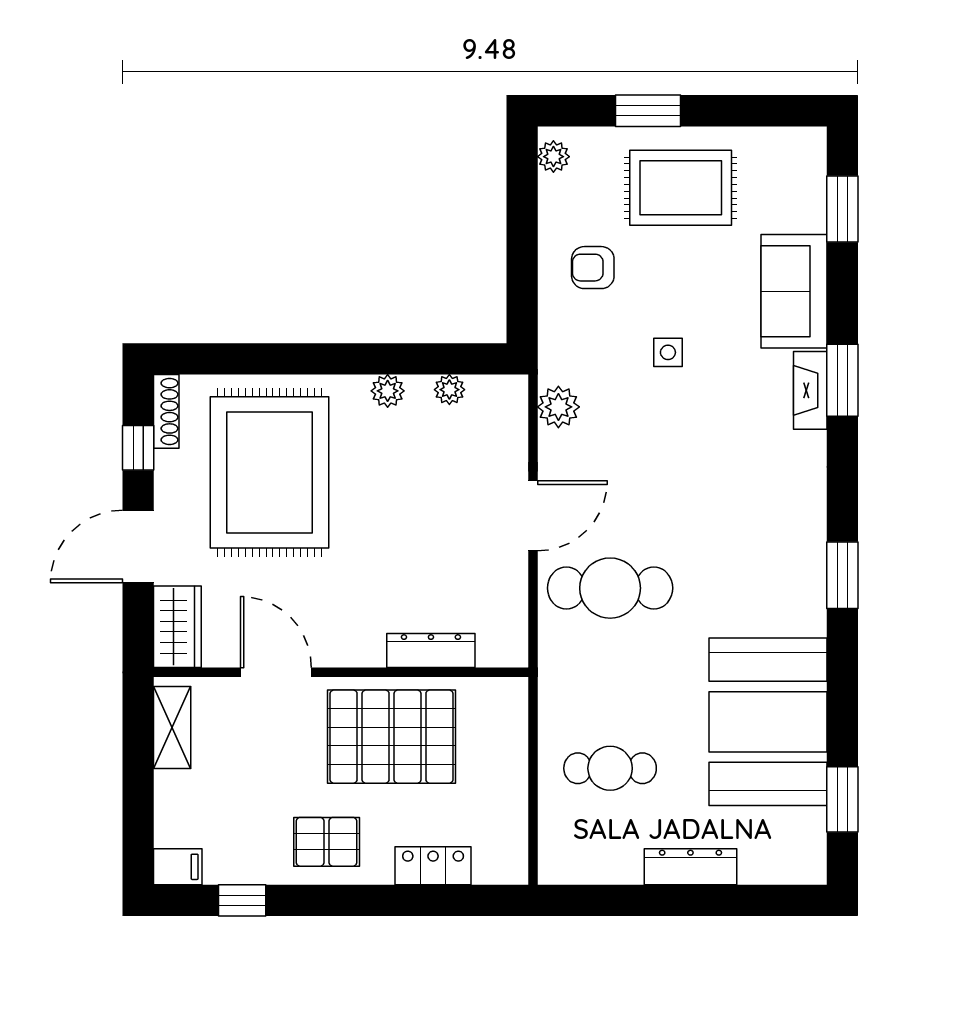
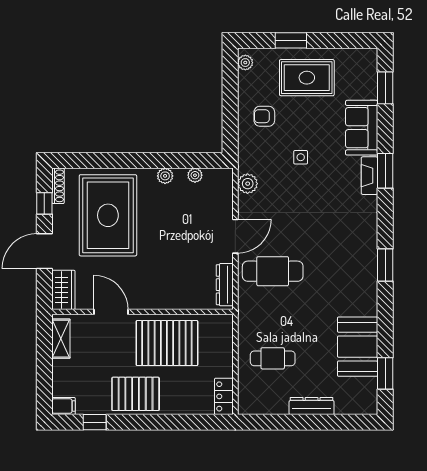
dresser: (431, 650) -> (225, 285), moved, turned -90
booth: (768, 722) -> (358, 347), width x0.73, depth x0.70
pallet: (327, 842) -> (136, 394), width x1.50, depth x1.42
locker: (433, 866) -> (224, 396), moved, turned -90

